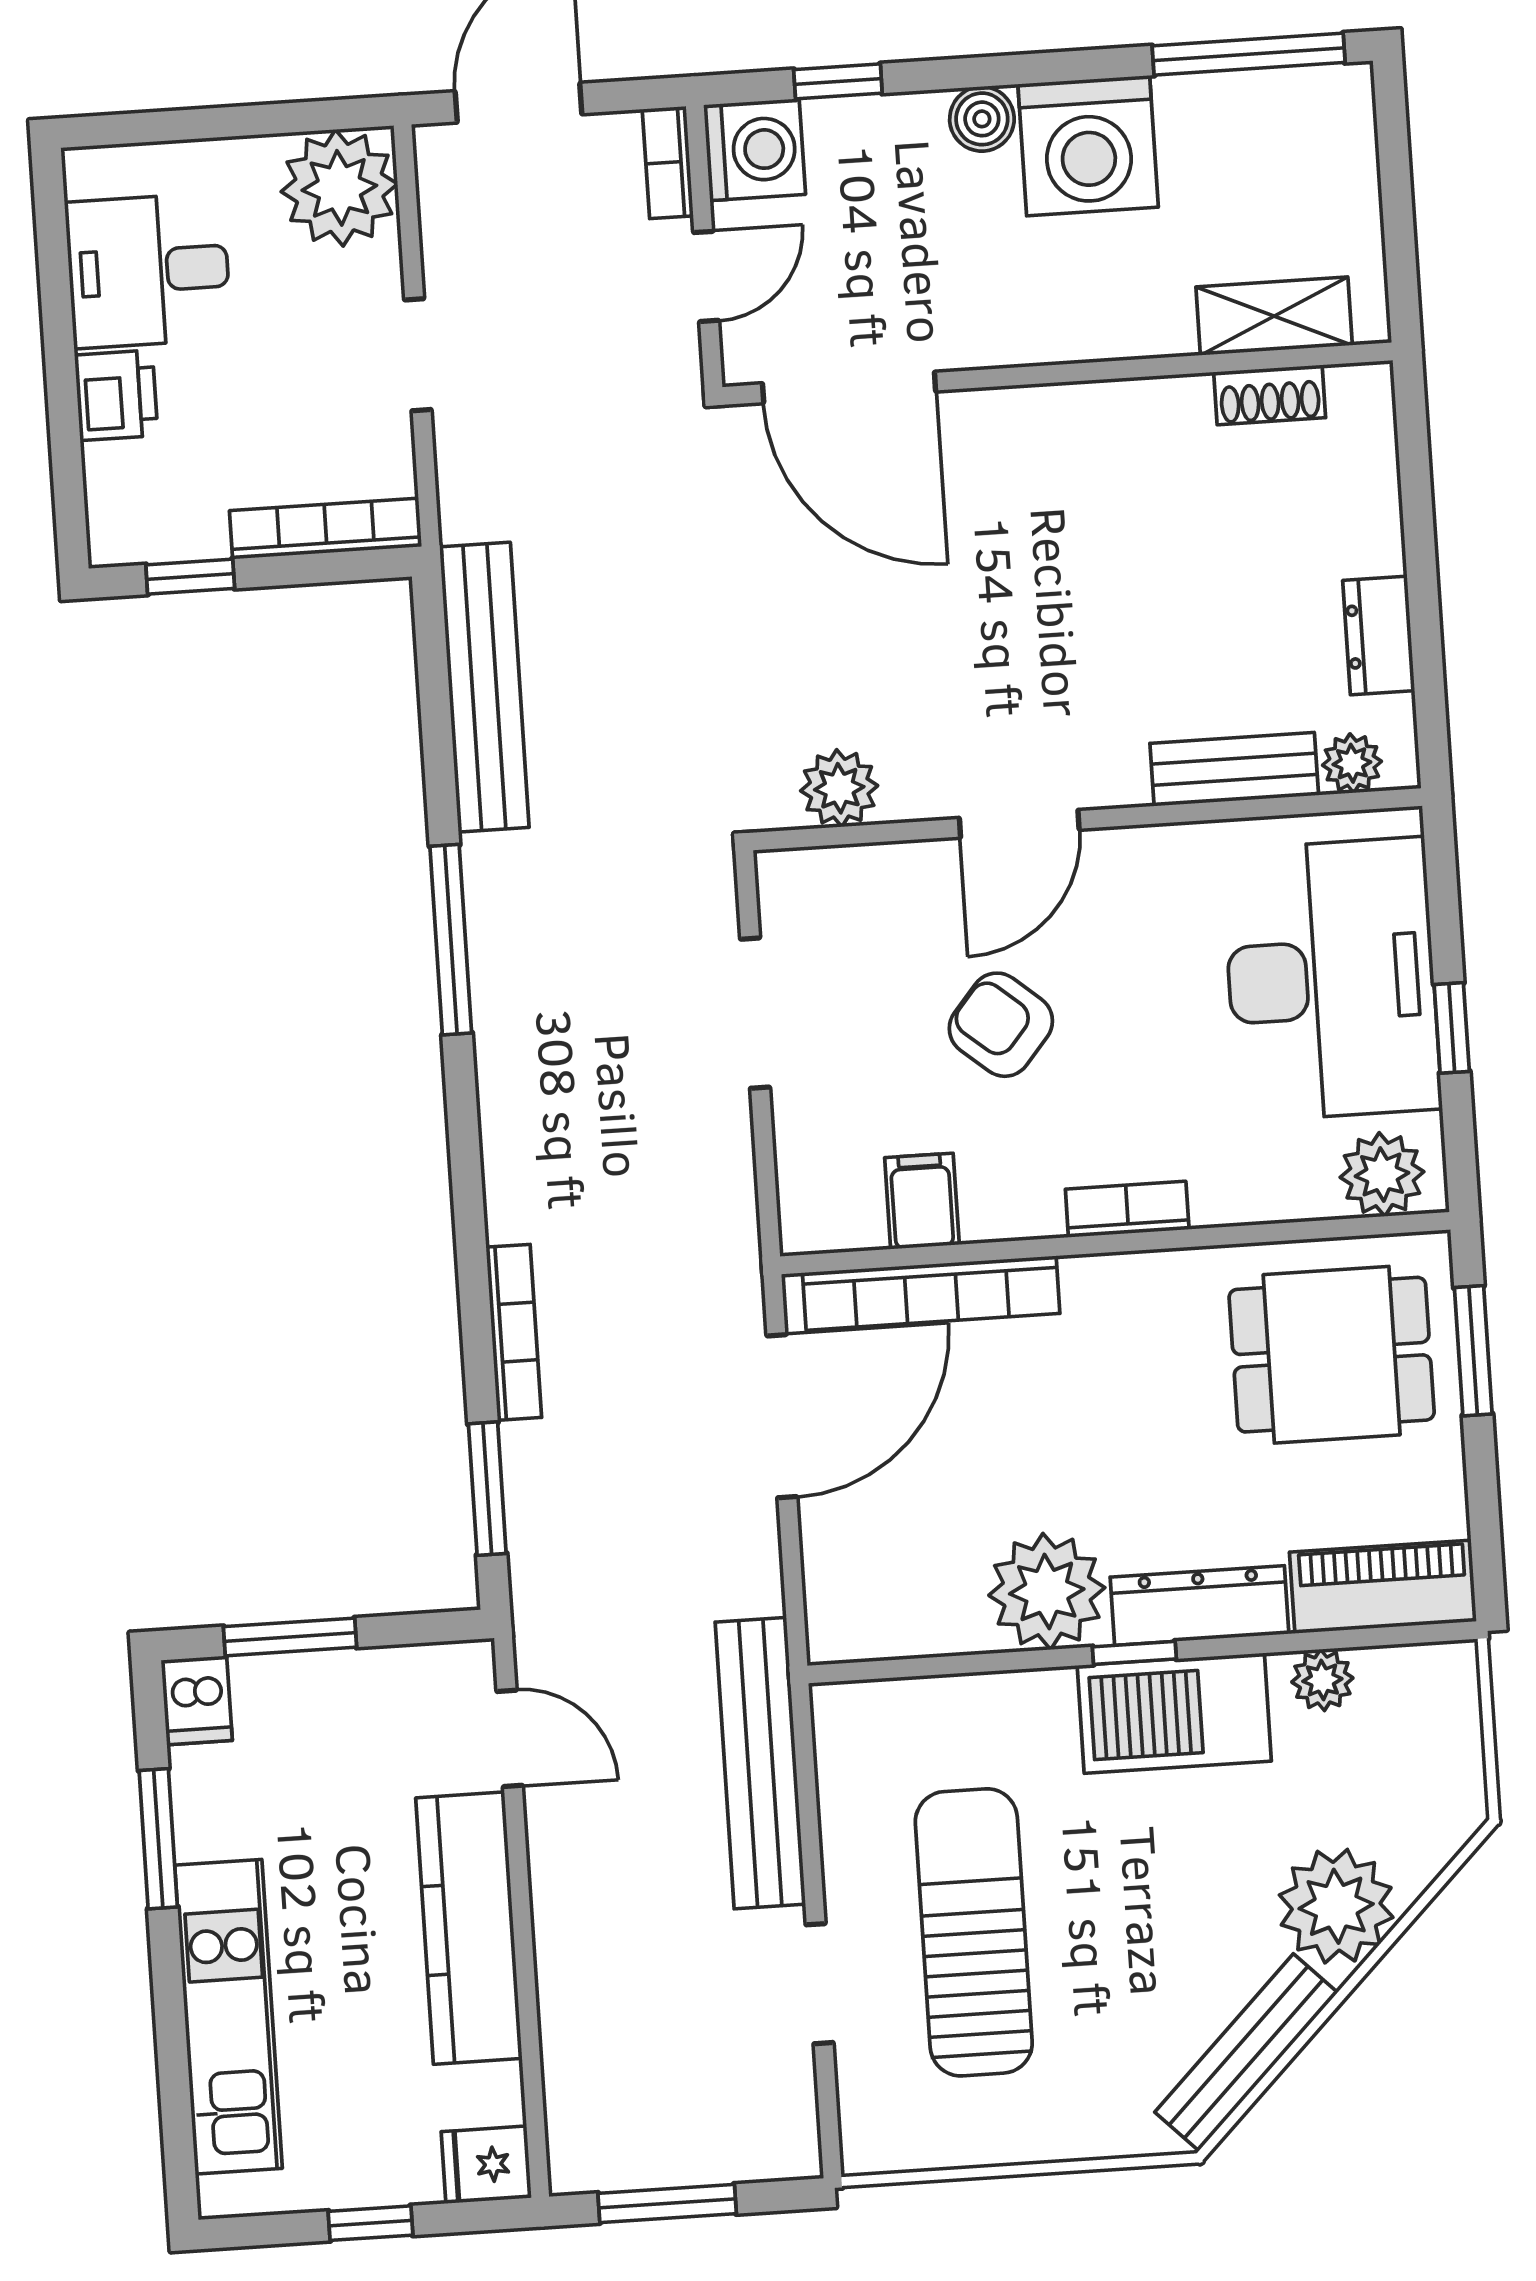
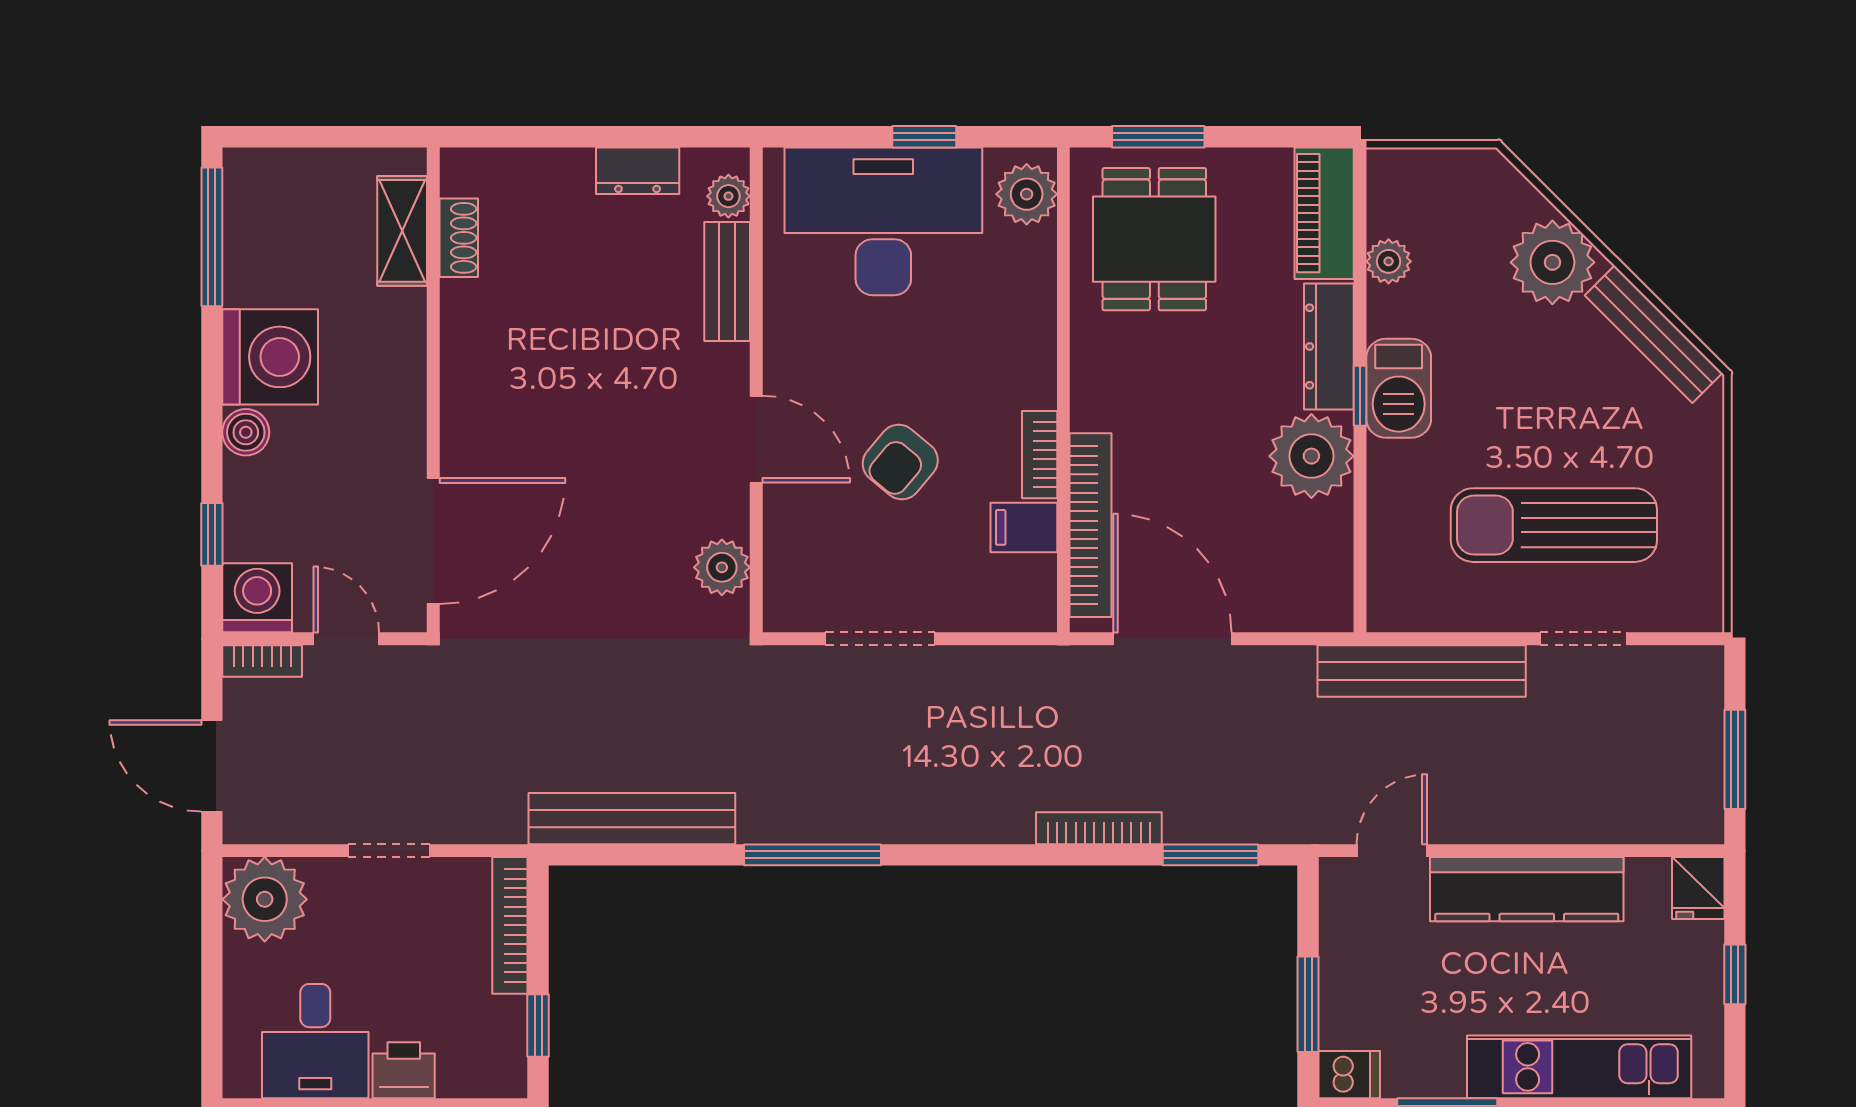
bookcase: (1127, 1209) -> (1040, 455), moved
barbecue: (1174, 1713) -> (1399, 388), width x0.73, depth x0.83

